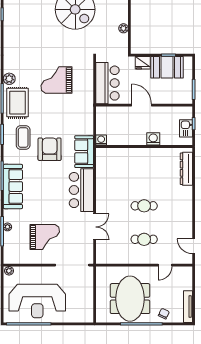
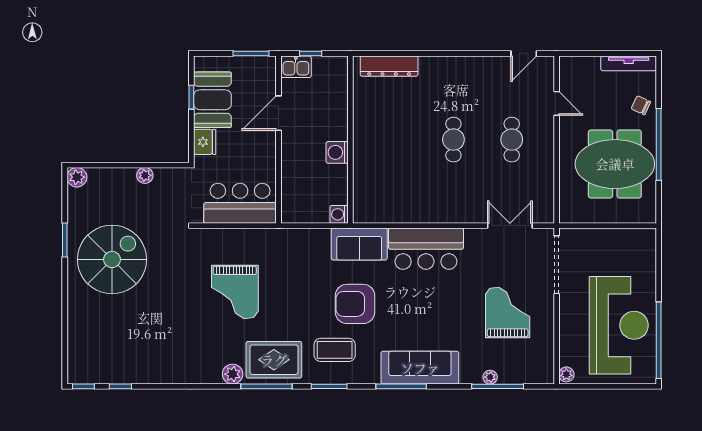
door: (142, 105) -> (278, 113), moved
kitchen sink: (186, 128) -> (296, 67), moved
washing machine: (153, 139) -> (337, 152), moved
double door: (95, 227) -> (510, 226), moved

